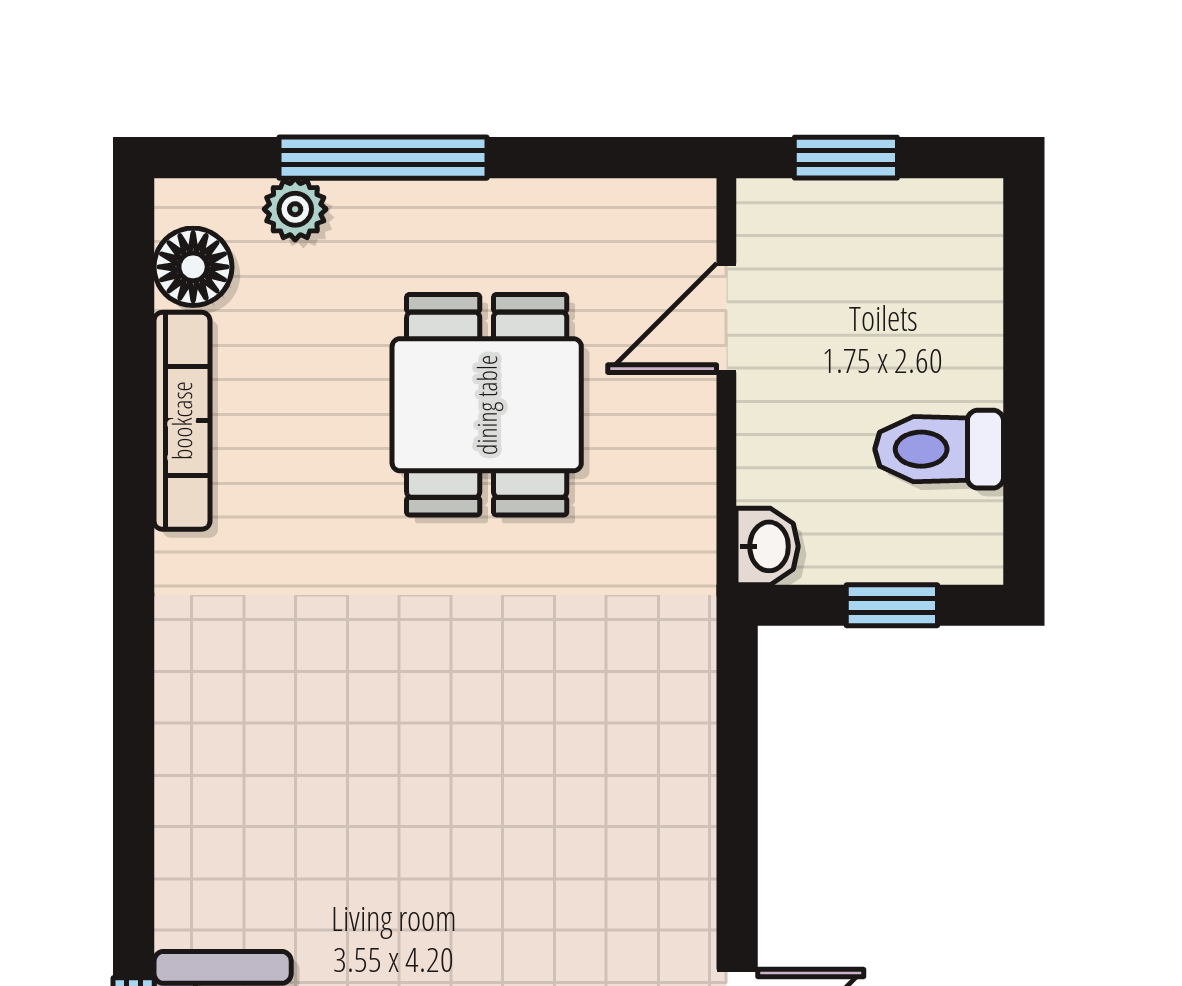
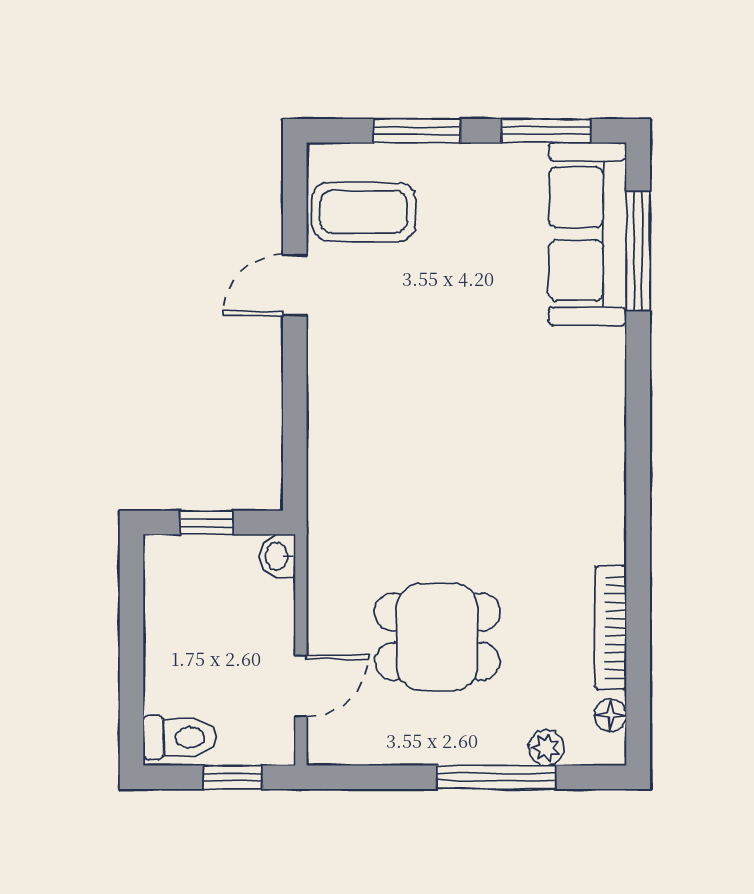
floor lamp: (193, 267) -> (610, 715), width x0.73, depth x0.73
dining table: (487, 405) -> (437, 637), turned 90
toilet: (939, 449) -> (180, 737), moved

